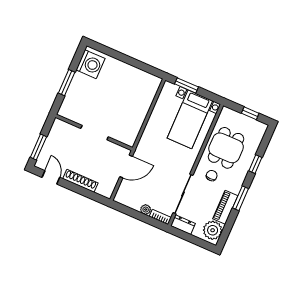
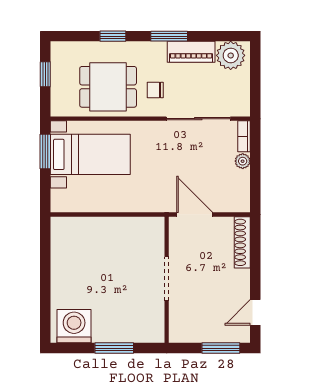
window: (186, 85) -> (45, 151), moved
shoe rack: (80, 181) -> (242, 242), moved
dresser: (183, 225) -> (241, 100), removed

